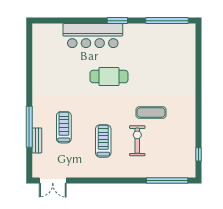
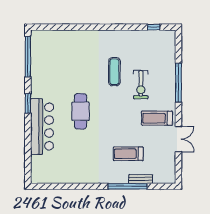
treadmill: (103, 141) -> (157, 118), moved
exercise bike: (137, 141) -> (141, 85), turned -90
double door: (53, 181) -> (178, 139), moved
window: (167, 181) -> (178, 83), moved

